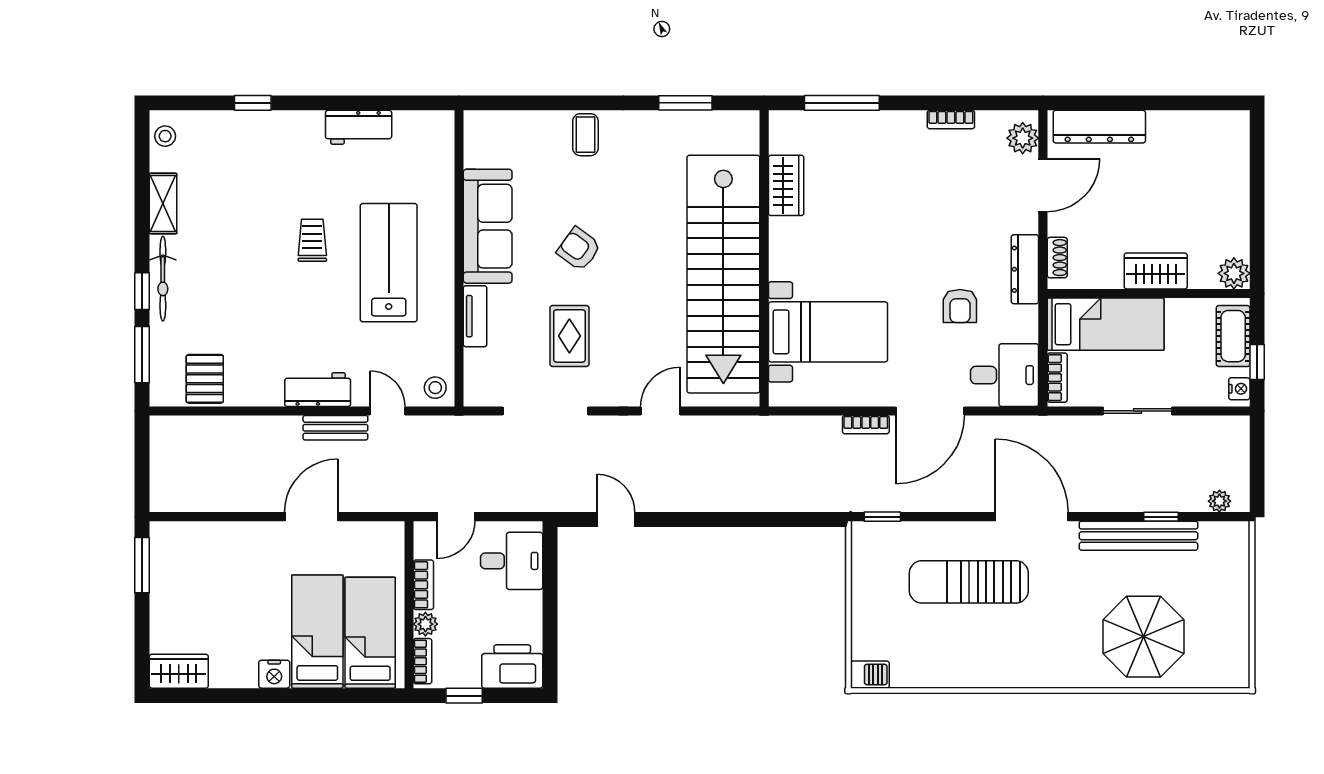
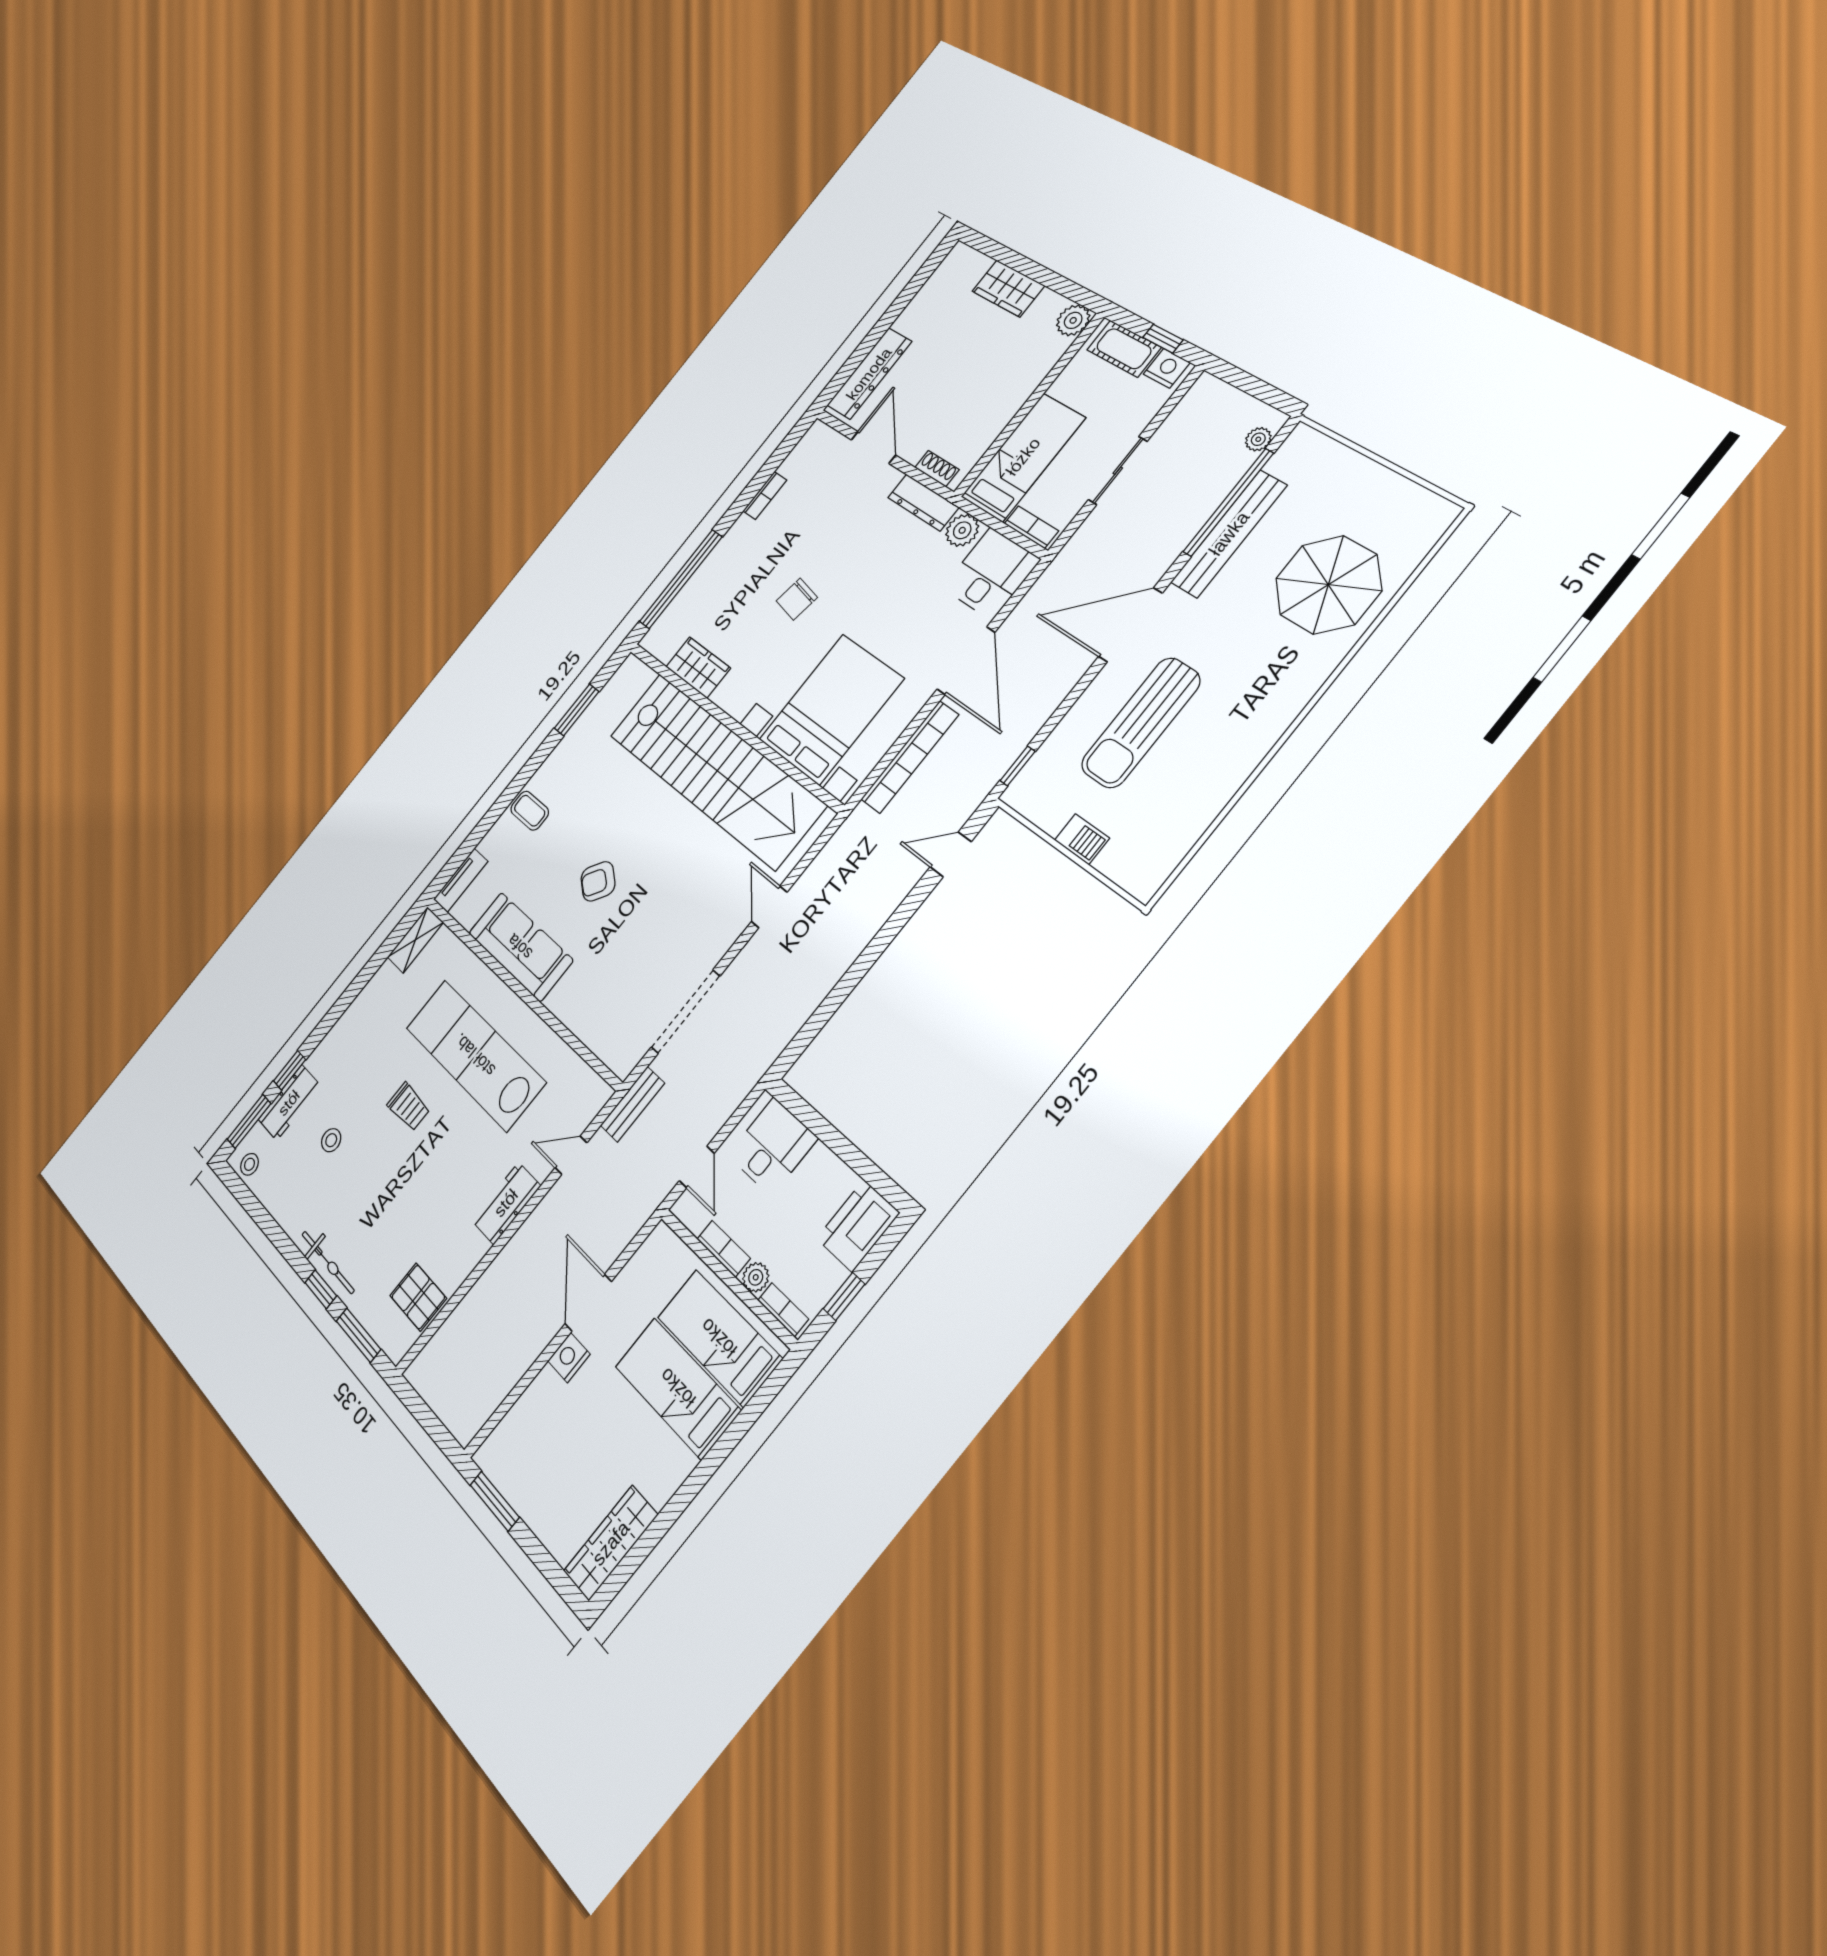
window: (191, 103) -> (249, 1121), added
window: (842, 103) -> (681, 579), width x1.46
workbench: (359, 127) -> (289, 1103), moved
plant: (1023, 138) -> (962, 530), moved
shelving: (163, 204) -> (415, 940), moved, turned 90
chair: (889, 226) -> (797, 599), added
trolley: (312, 240) -> (409, 1107), turned 180
lab bench: (389, 263) -> (475, 1055), width x1.36
wardrobe: (1156, 271) -> (1008, 289), moved, turned -90
armchair: (960, 306) -> (905, 578), removed
tv unit: (475, 316) -> (461, 880), moved, turned 90
bed with nightstands: (828, 332) -> (831, 709), width x1.36
rug: (569, 336) -> (650, 942), removed
stool: (435, 388) -> (331, 1140), moved
nightstand: (1239, 389) -> (1167, 368), width x1.39, depth x1.35
bookcase: (866, 425) -> (910, 757), width x2.31, depth x1.31
bench: (335, 428) -> (632, 1104), moved
window: (1161, 517) -> (1228, 502), width x3.17
door: (616, 520) -> (951, 854), moved
wardrobe: (179, 671) -> (611, 1543), width x1.50
nightstand: (274, 674) -> (569, 1358), moved, turned 180
barbecue: (870, 675) -> (1082, 839), moved, turned 90

